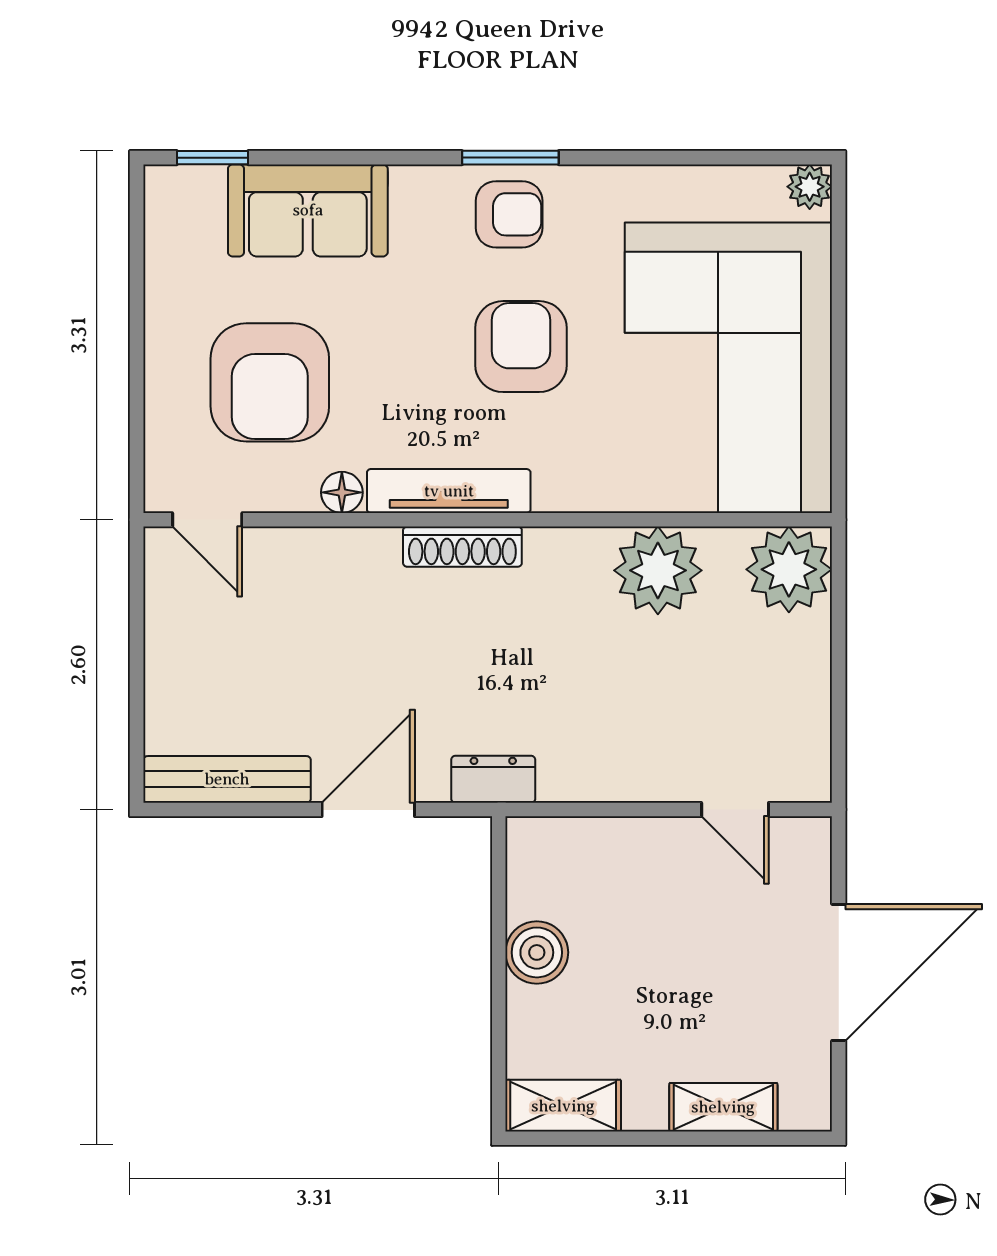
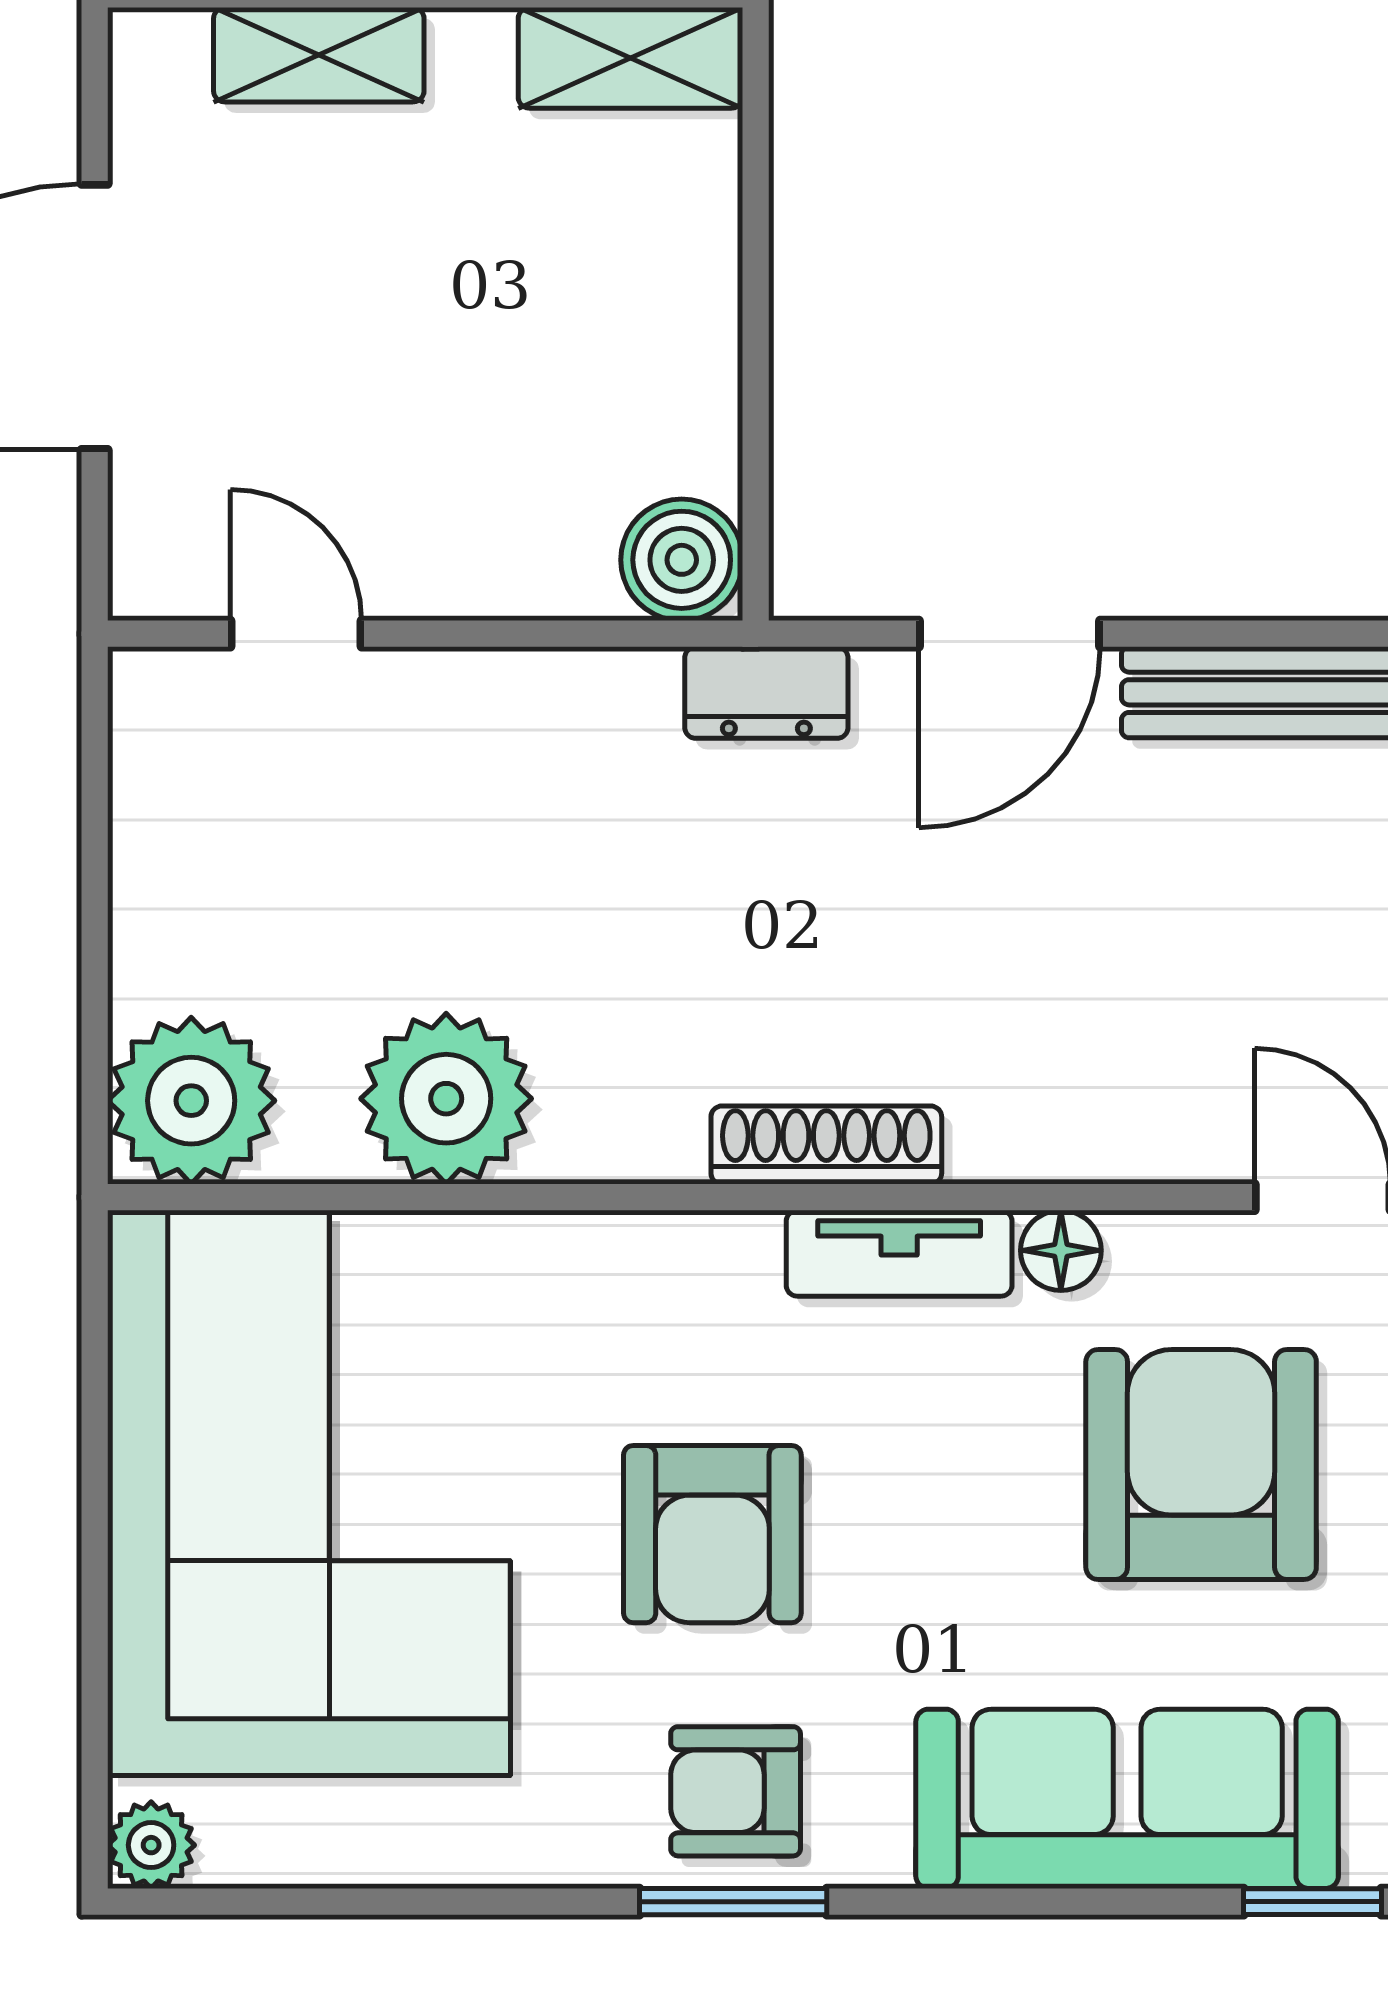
sofa: (308, 210) -> (1127, 1799), width x1.36
tv unit: (449, 491) -> (899, 1253), width x0.71
boiler: (537, 952) -> (682, 560), moved

